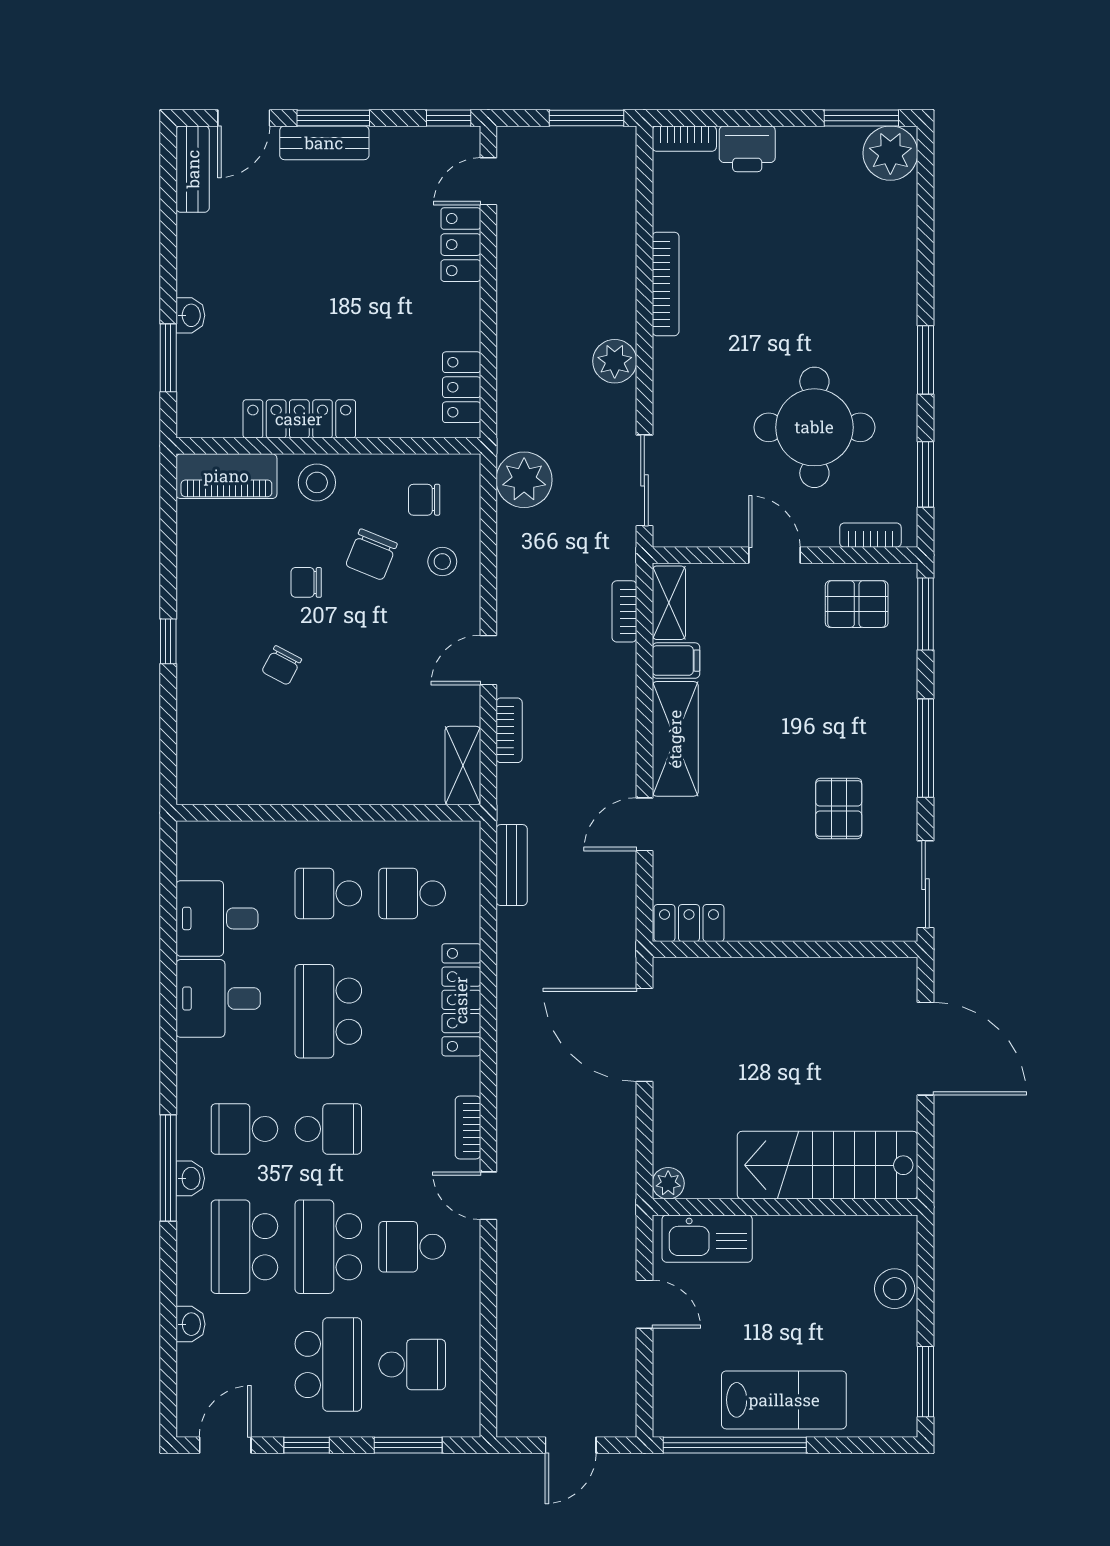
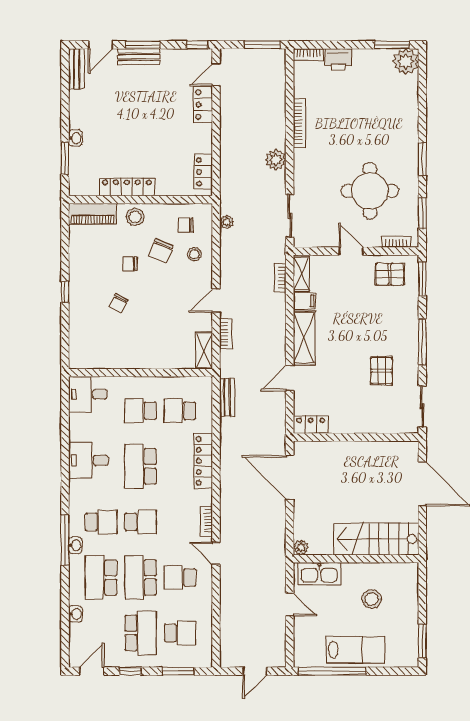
plant: (524, 480) -> (227, 222), width x0.53, depth x0.53
desk: (217, 918) -> (88, 394), moved
school desk: (244, 1129) -> (101, 522), turned 180
stool: (895, 1289) -> (372, 599), moved

